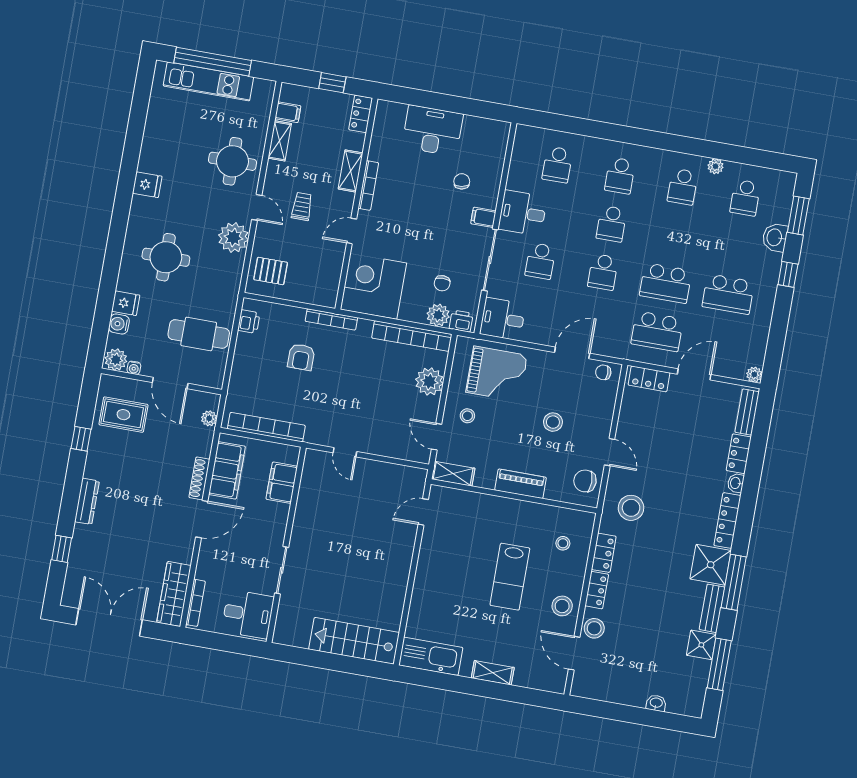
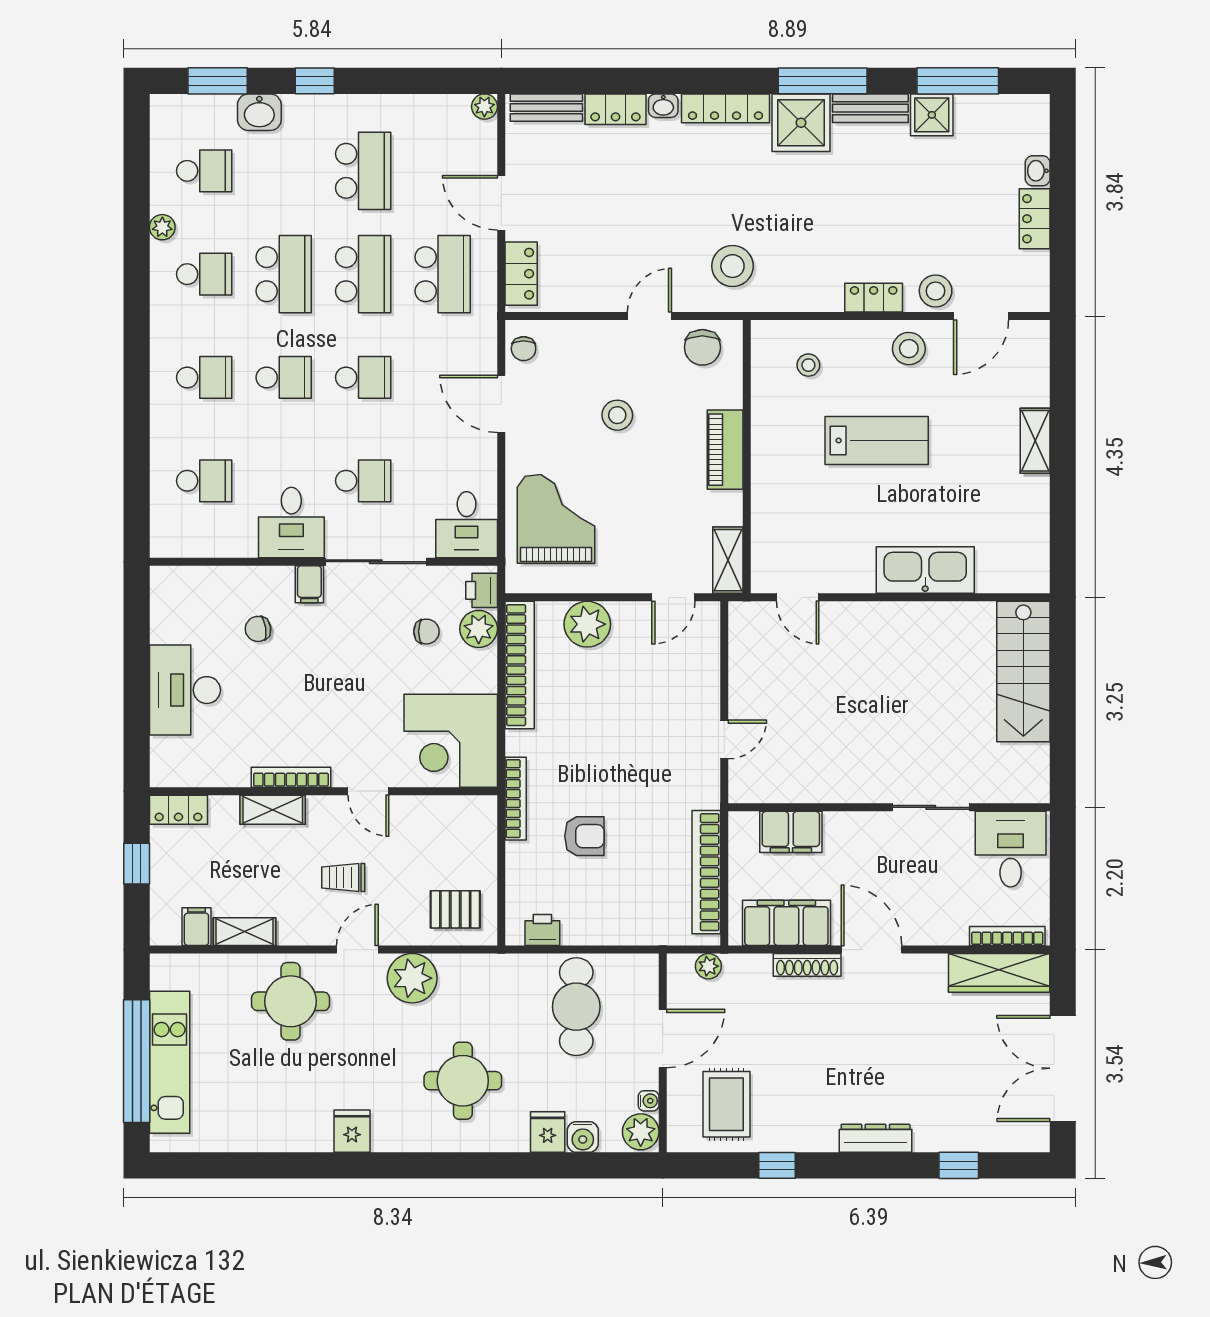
school desk: (674, 235) -> (284, 274), added
pallet: (271, 271) -> (455, 909), turned 90
stool: (467, 416) -> (631, 554), removed
locker: (604, 553) -> (1035, 219), moved, turned -90
kitchen sink: (431, 656) -> (925, 570), moved, turned 90

